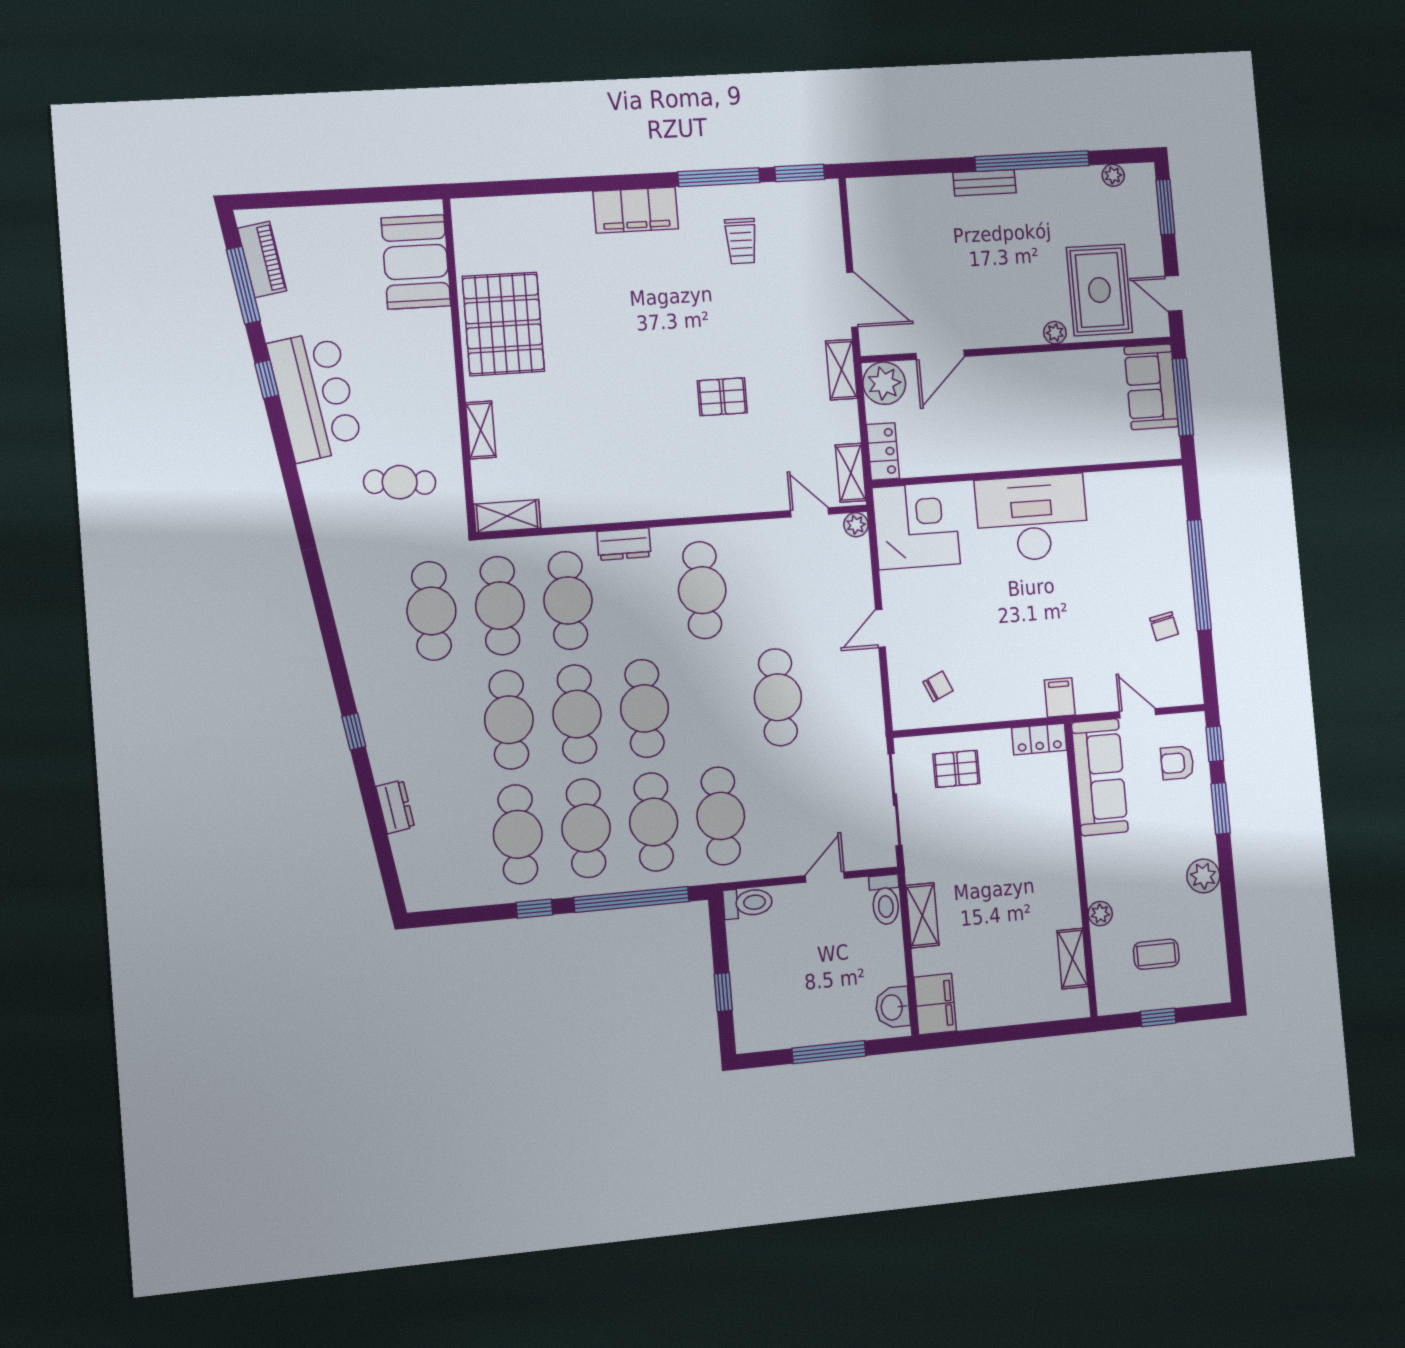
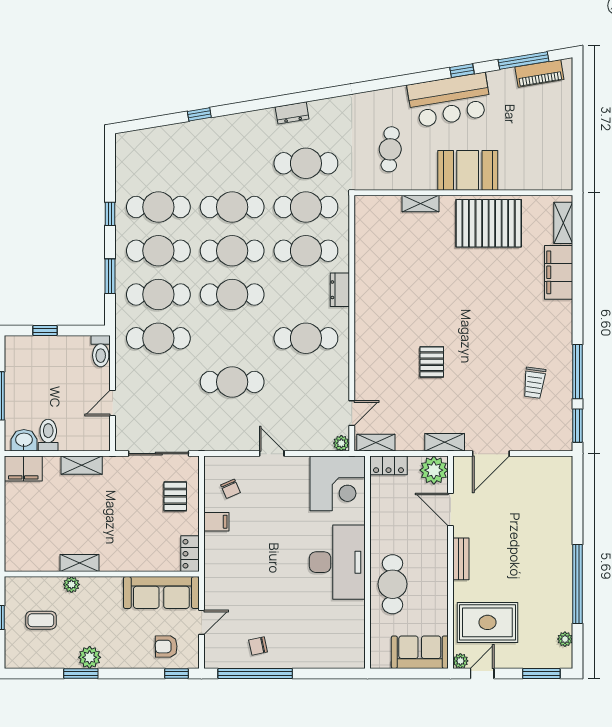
bench: (985, 183) -> (461, 559), moved
filing cabinet: (636, 210) -> (559, 272), moved
trolley: (741, 241) -> (534, 383), turned -82
booth: (416, 262) -> (468, 170), moved
plant: (1055, 333) -> (460, 661), moved
window: (1183, 397) -> (411, 673), removed
cafe table: (1057, 433) -> (393, 584), added
shelving: (507, 516) -> (563, 223), moved
window: (1199, 575) -> (255, 673), moved
filing cabinet: (1060, 697) -> (216, 522), moved
window: (354, 731) -> (199, 114), moved
armchair: (1177, 763) -> (166, 646), turned -91
dresser: (395, 807) -> (292, 113), moved
window: (1221, 808) -> (81, 673), moved
door: (825, 877) -> (113, 403), swing flipped
window: (632, 899) -> (110, 276), width x0.47
toilet: (885, 900) -> (48, 435), moved, turned 90
coffee table: (1156, 954) -> (41, 620), turned 90
shelving: (1072, 959) -> (79, 563), moved

